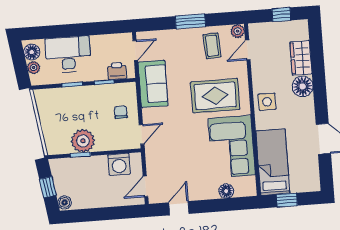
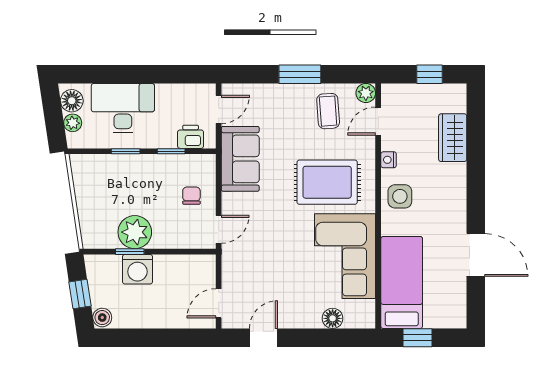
nightstand: (257, 77) -> (389, 160), added
floor lamp: (303, 86) -> (452, 178), removed
washing machine: (119, 164) -> (137, 269), moved

